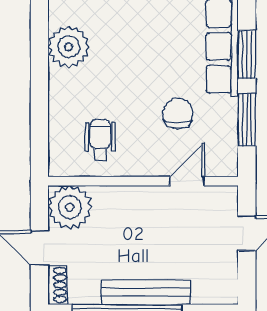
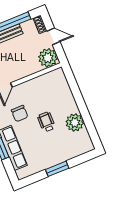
wheelchair: (100, 140) -> (46, 122), moved, turned 180

